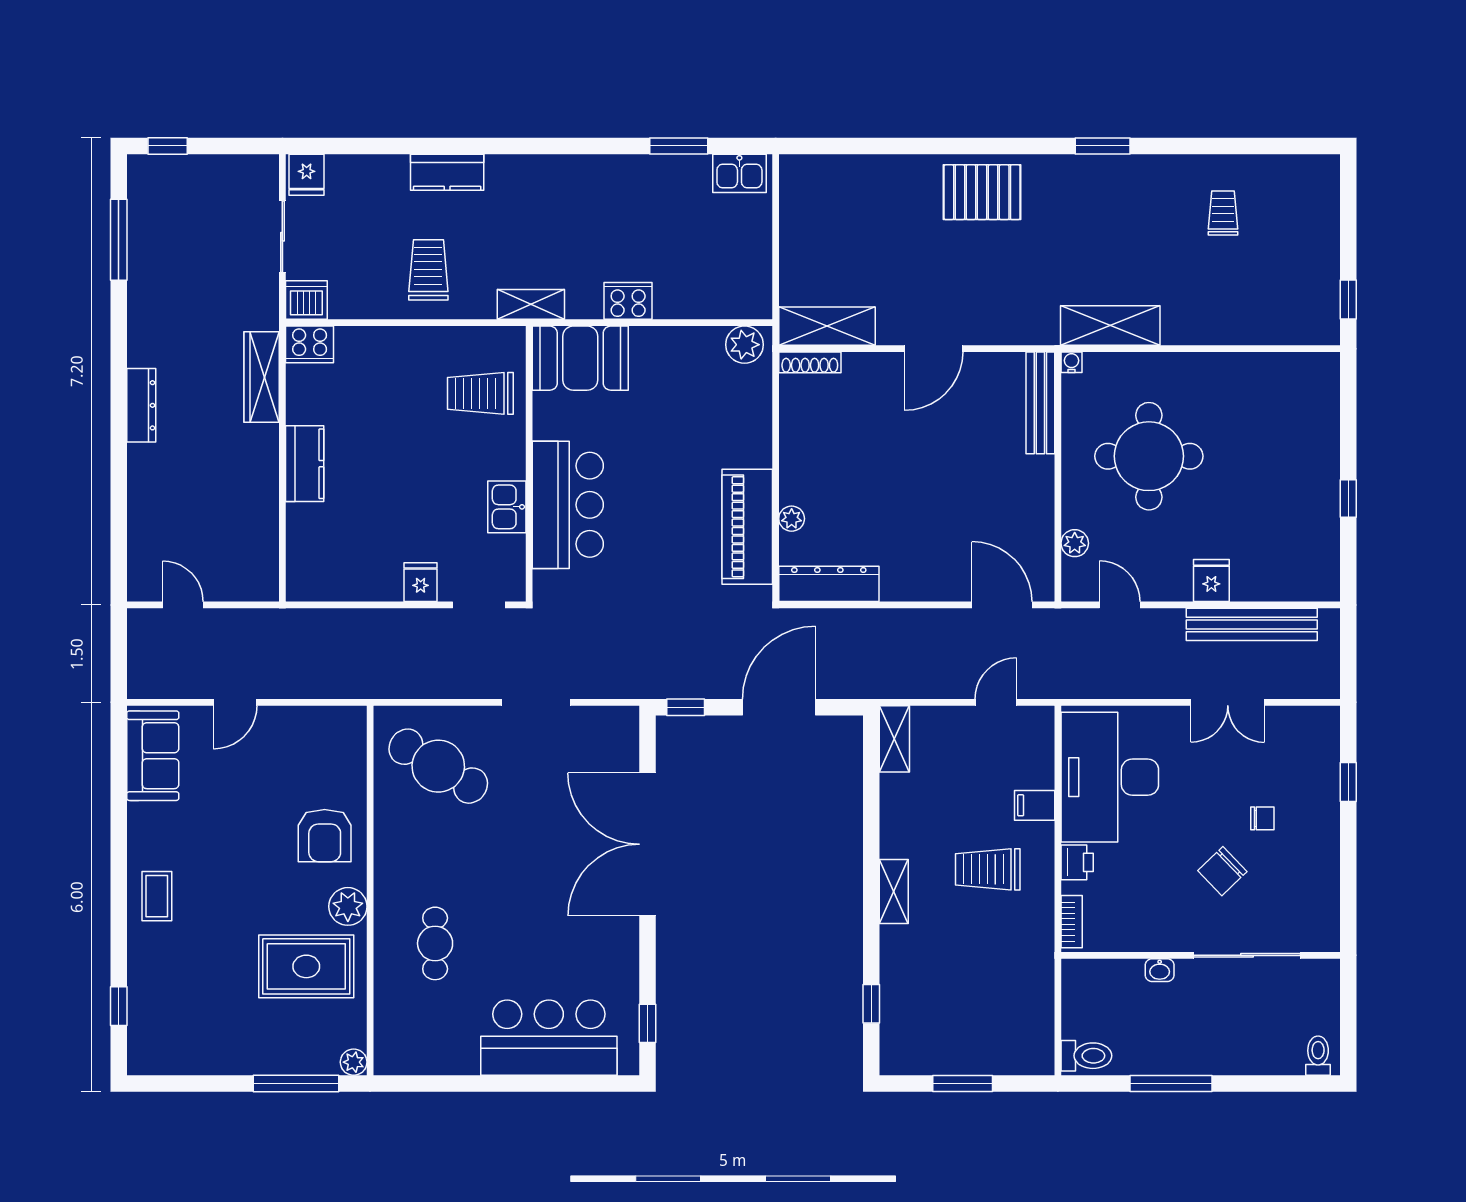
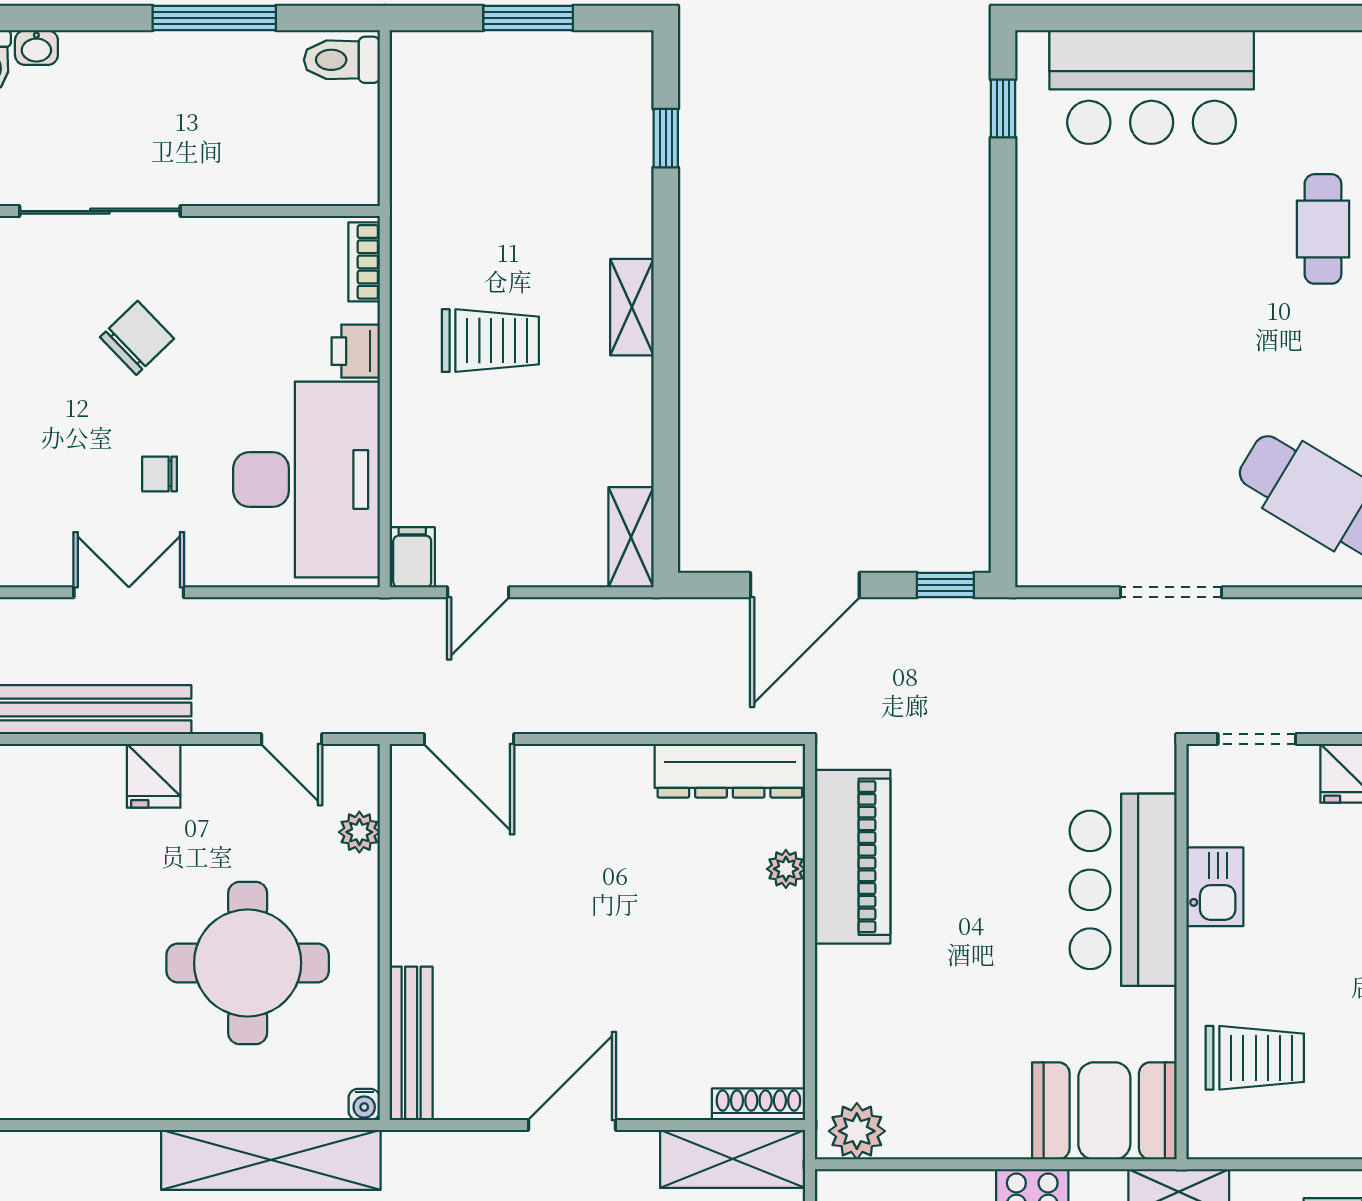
shelving: (1110, 326) -> (271, 1160), width x1.47
filing cabinet: (1035, 805) -> (412, 557), moved, turned -90
chair: (1262, 818) -> (160, 474), moved
double door: (647, 844) -> (1003, 378), removed
washbasin: (1160, 970) -> (36, 48), moved, turned 180

